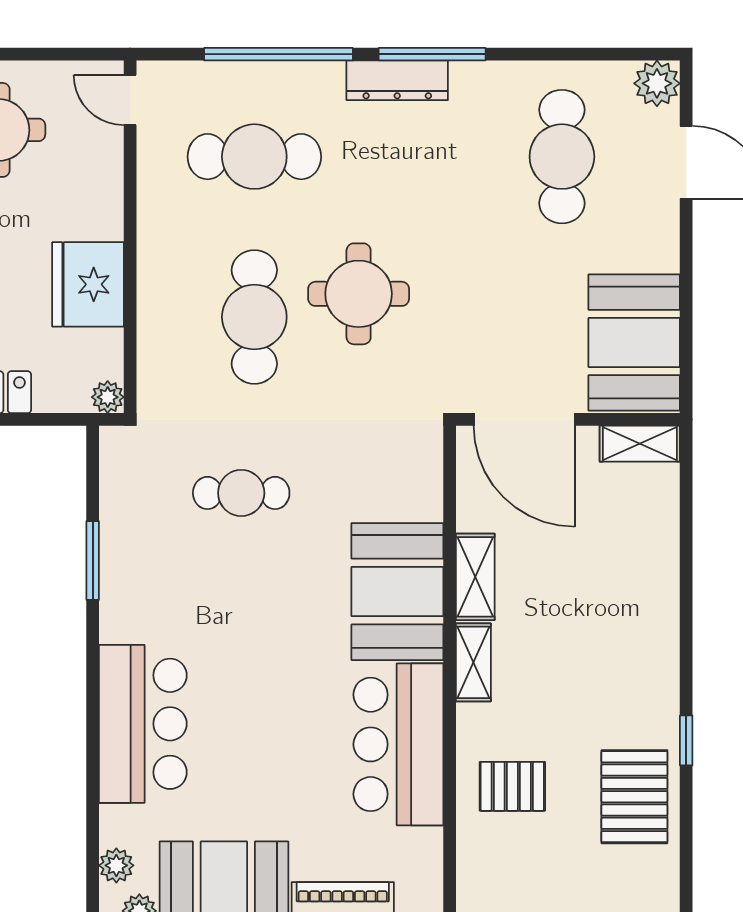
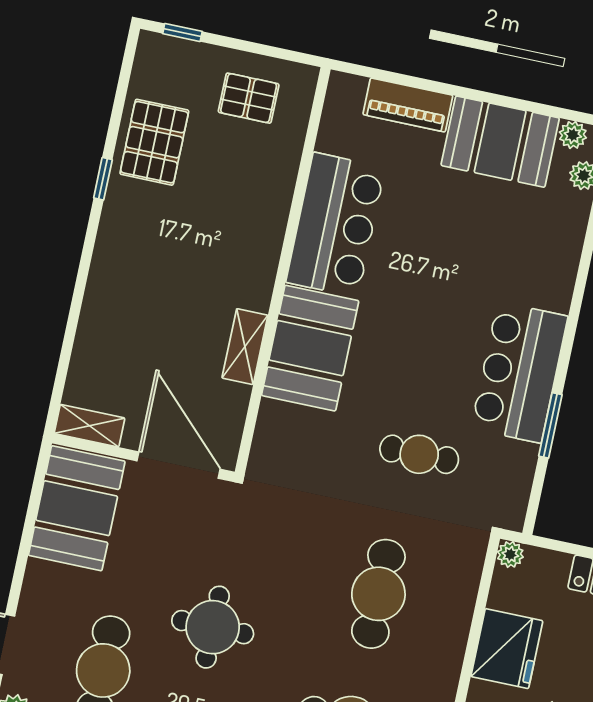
round table: (359, 294) -> (213, 627), moved
shelving: (473, 662) -> (261, 278), removed
bar counter: (143, 724) -> (519, 372), moved
pallet: (512, 786) -> (249, 98), moved

